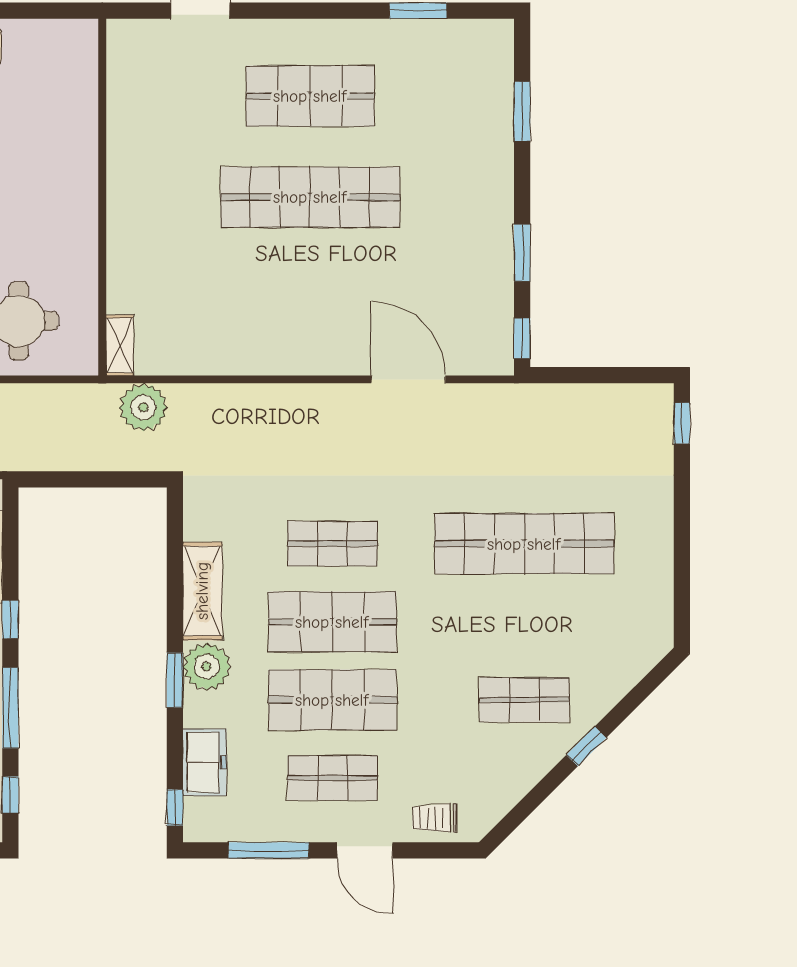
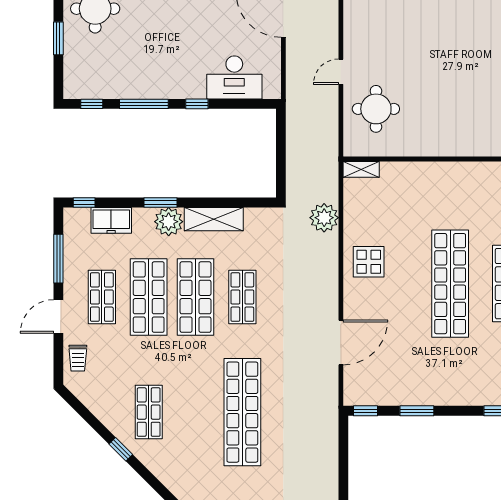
display table: (274, 333) -> (369, 262), added
plant: (143, 407) -> (324, 218), moved
trolley: (434, 818) -> (78, 358), turned 180

